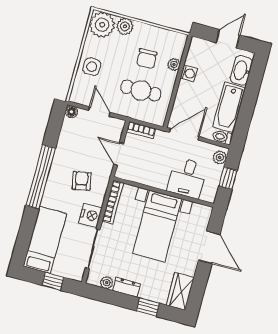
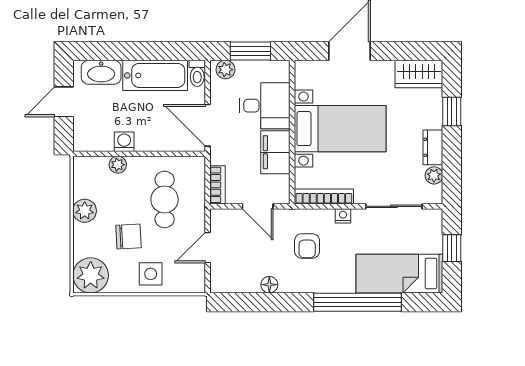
plant: (125, 26) -> (85, 211), moved
door: (228, 39) -> (64, 102), hinge flipped
chair: (147, 59) -> (128, 236), moved
floor lamp: (71, 112) -> (269, 285), moved
door: (119, 154) -> (258, 206), hinge flipped
window: (41, 177) -> (357, 302), moved
filing cabinet: (153, 177) -> (275, 152), added
window: (228, 178) -> (250, 51), width x1.50
armchair: (82, 181) -> (307, 246), turned -79
nightstand: (90, 215) -> (343, 216), width x0.53, depth x0.56

